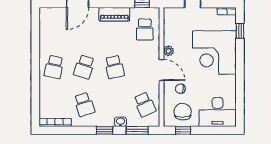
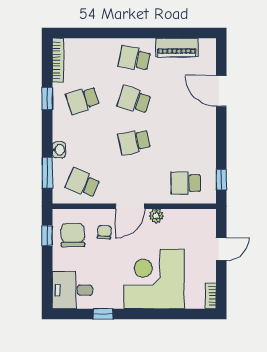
piano: (114, 14) -> (177, 48), moved, turned -90
window: (240, 31) -> (103, 314), moved
school desk: (145, 104) -> (83, 183), turned 48
chair: (183, 112) -> (73, 235), turned -90
desk: (218, 112) -> (72, 290), width x0.73
window: (105, 130) -> (47, 98), moved

